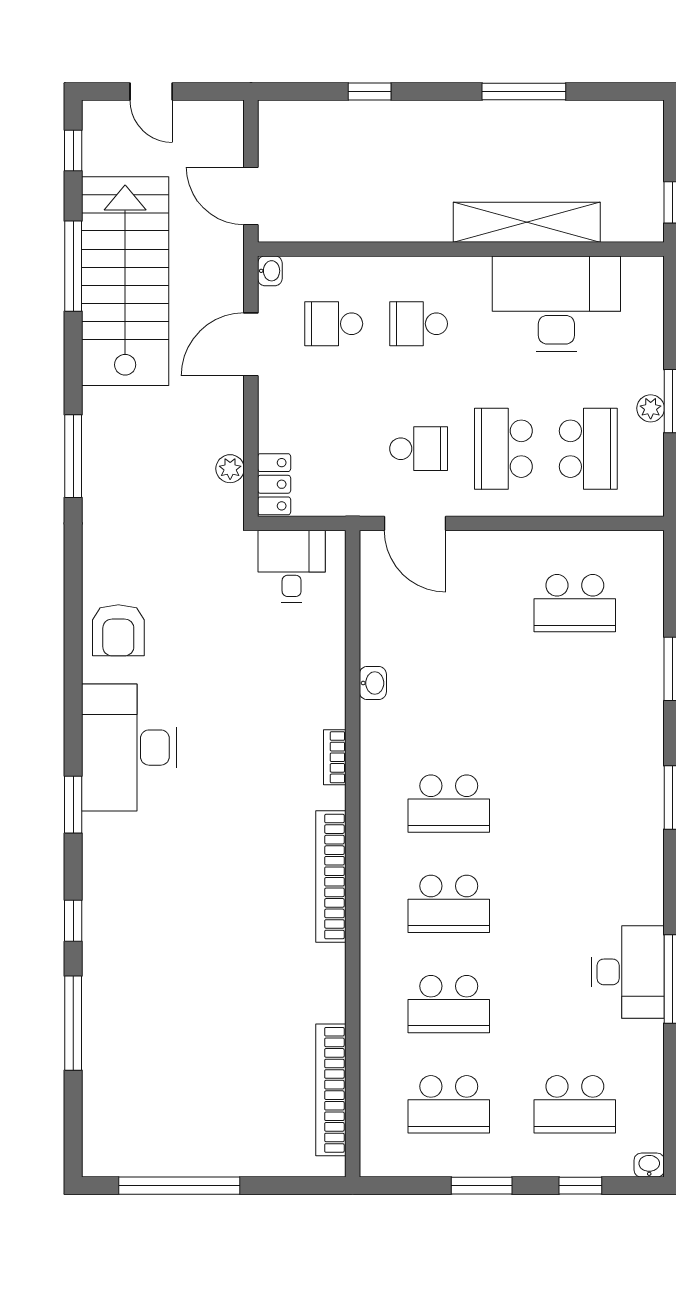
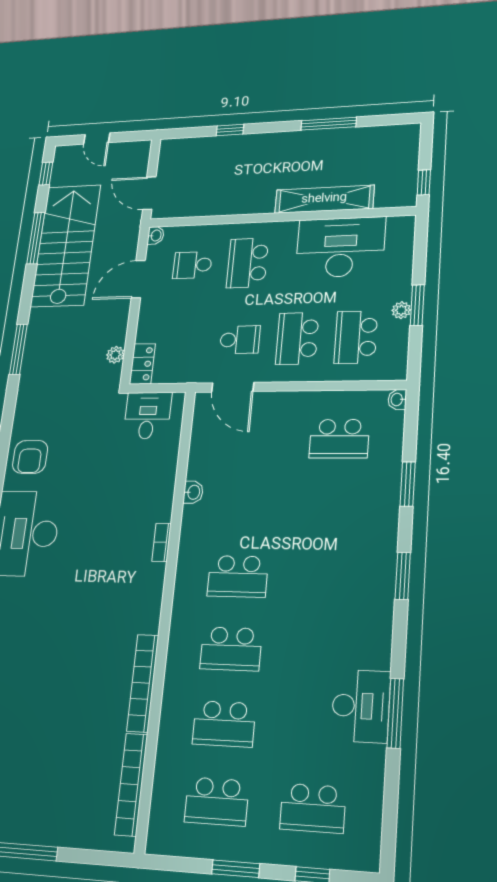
school desk: (419, 324) -> (247, 263), width x1.85
school desk: (588, 449) -> (356, 337), turned 180
bookcase: (331, 877) -> (143, 683), moved
washbasin: (649, 1165) -> (397, 399), moved, turned -90

